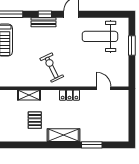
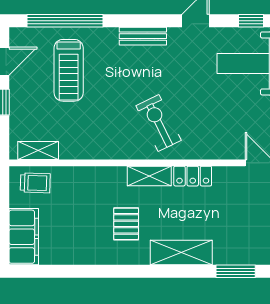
window: (45, 14) -> (251, 21), moved
shelving: (29, 95) -> (149, 176), moved

